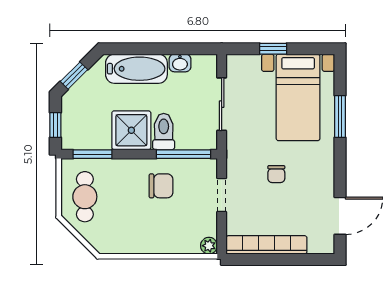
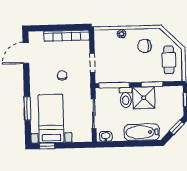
window: (273, 49) -> (47, 146), moved
washbasin: (180, 63) -> (106, 136), moved
window: (93, 154) -> (152, 84), moved
chair: (161, 186) -> (145, 46), moved
plant: (209, 246) -> (122, 34), moved

